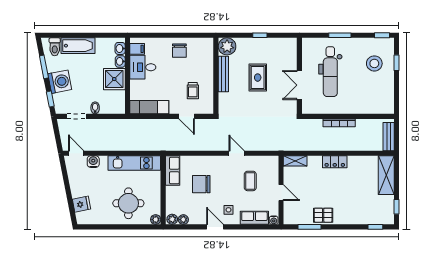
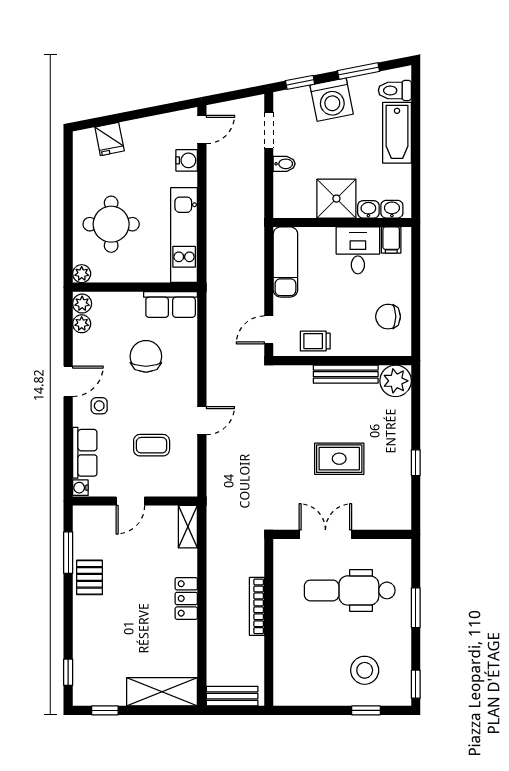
plant: (227, 46) -> (396, 381), moved
bench: (223, 74) -> (346, 374), moved
wall: (216, 76) -> (342, 361), moved

